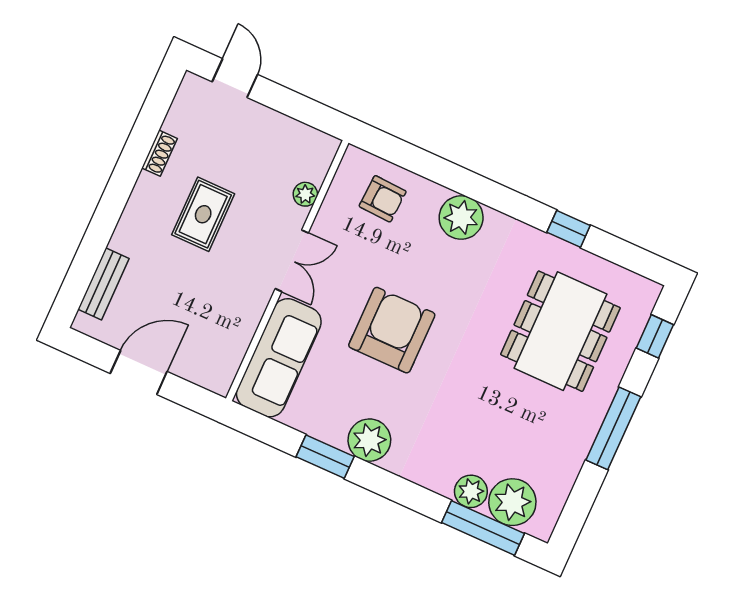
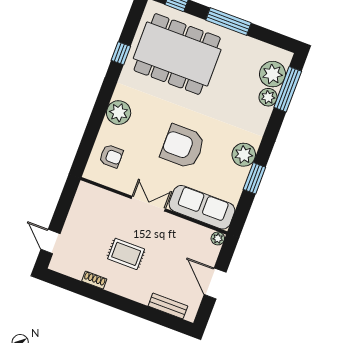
door: (235, 78) -> (50, 241), hinge flipped
plant: (305, 194) -> (218, 238), moved
armchair: (383, 199) -> (111, 156), turned 87
dining table: (560, 331) -> (177, 54), width x1.36, depth x1.24

